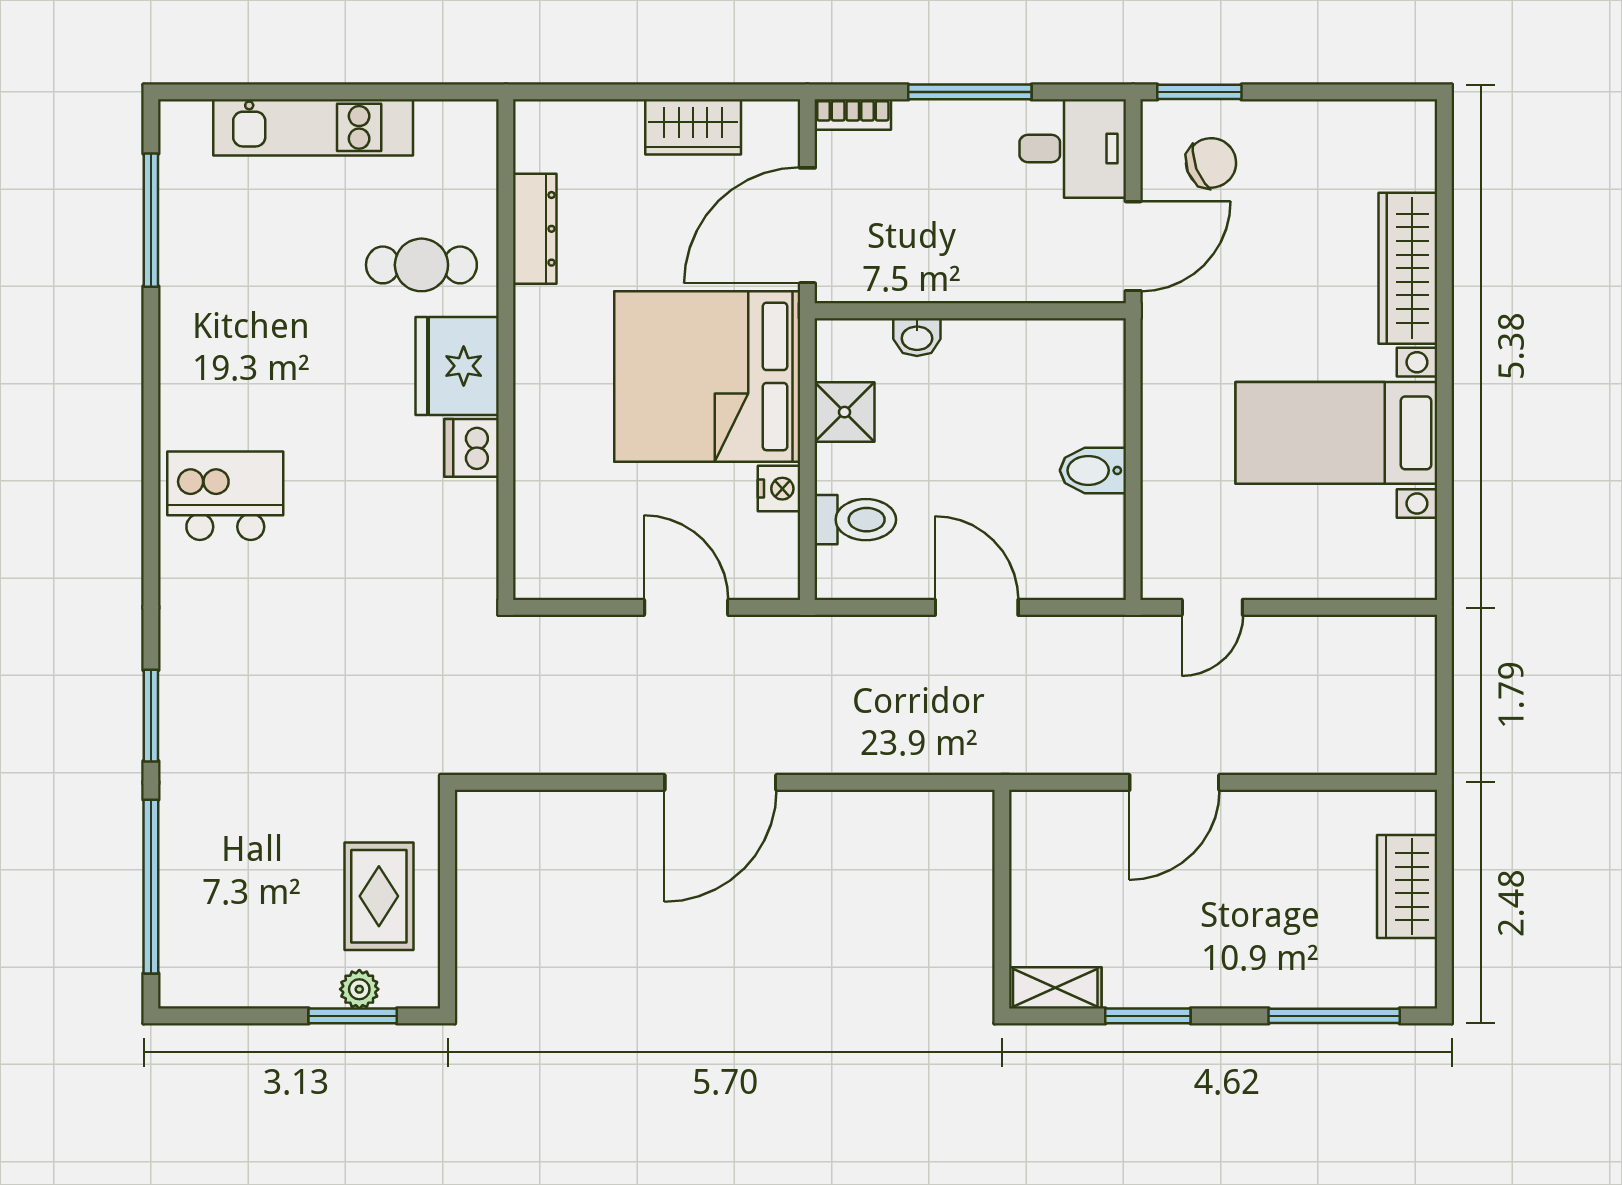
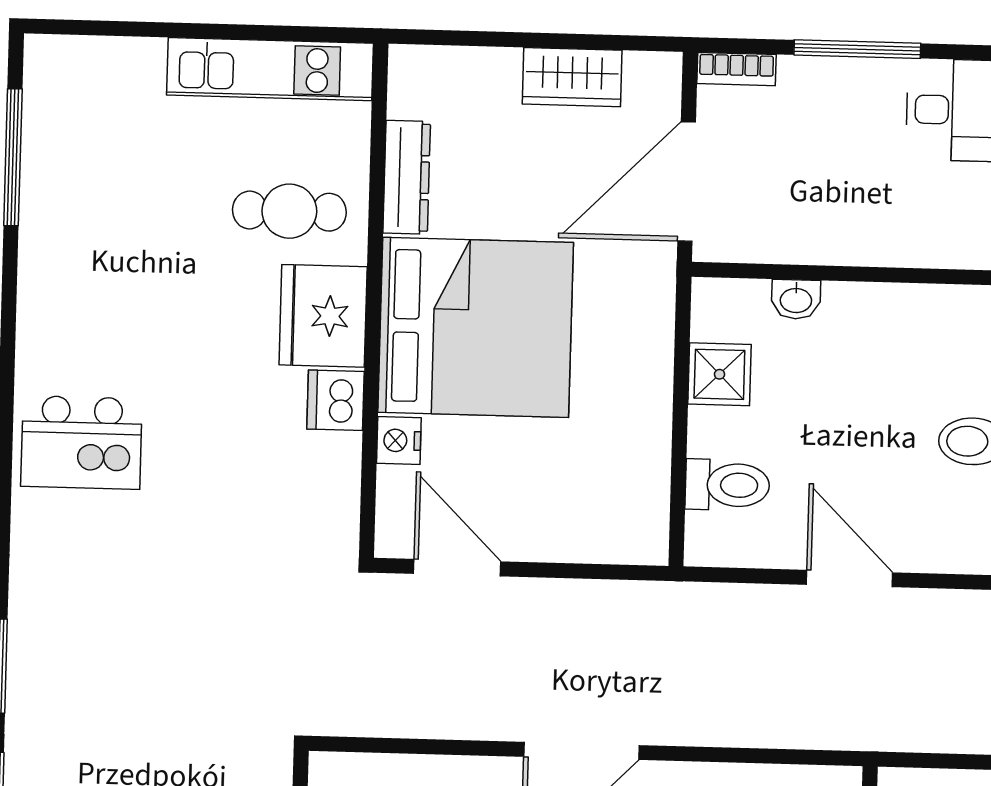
kitchen unit: (313, 127) -> (270, 69), moved
bed: (707, 376) -> (476, 327), moved, turned 180
nightstand: (779, 489) -> (399, 440), moved, turned 180
kitchen island: (225, 496) -> (81, 442), turned 180
door: (686, 607) -> (457, 568), moved

